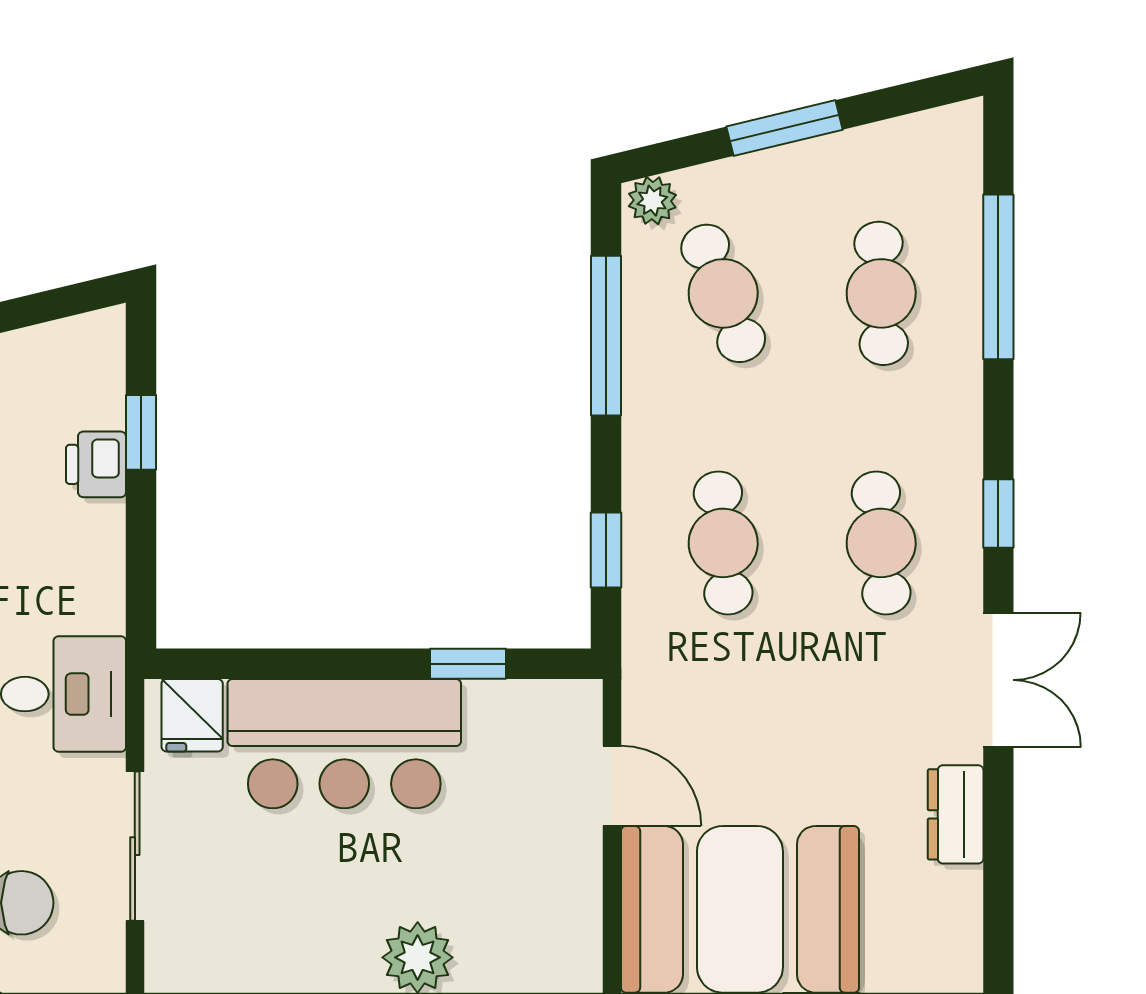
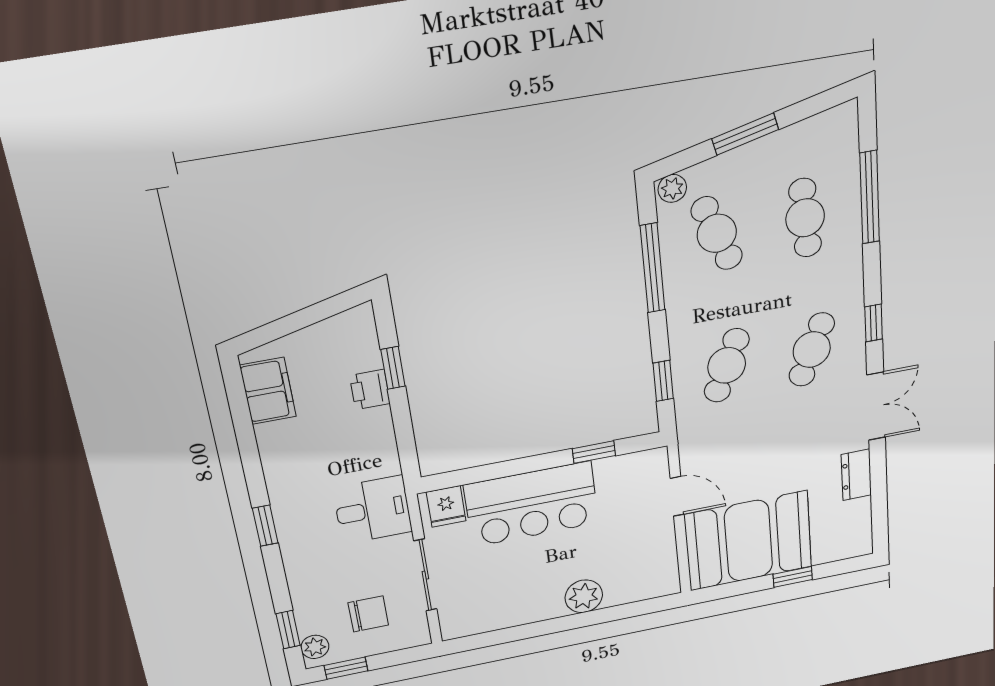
cafe table: (723, 543) -> (727, 365), turned 30
cafe table: (881, 543) -> (812, 350), turned 30

